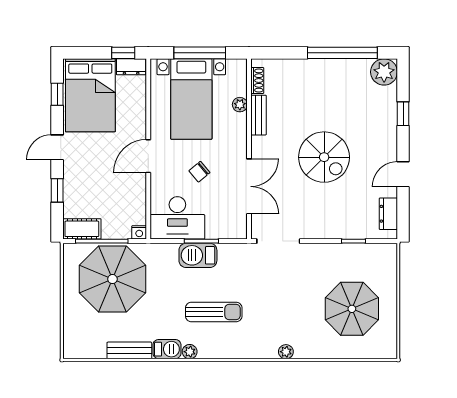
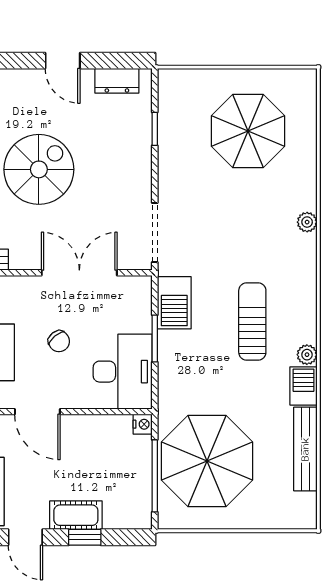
cot: (82, 229) -> (76, 515), moved, turned 90
barbecue: (198, 255) -> (174, 303), moved
bench: (129, 350) -> (305, 449), width x1.36

